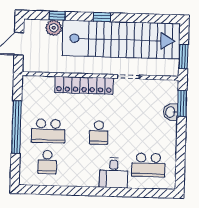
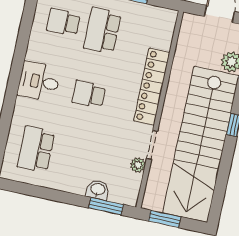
plant: (146, 85) -> (138, 165), added
desk: (114, 173) -> (39, 82), moved

